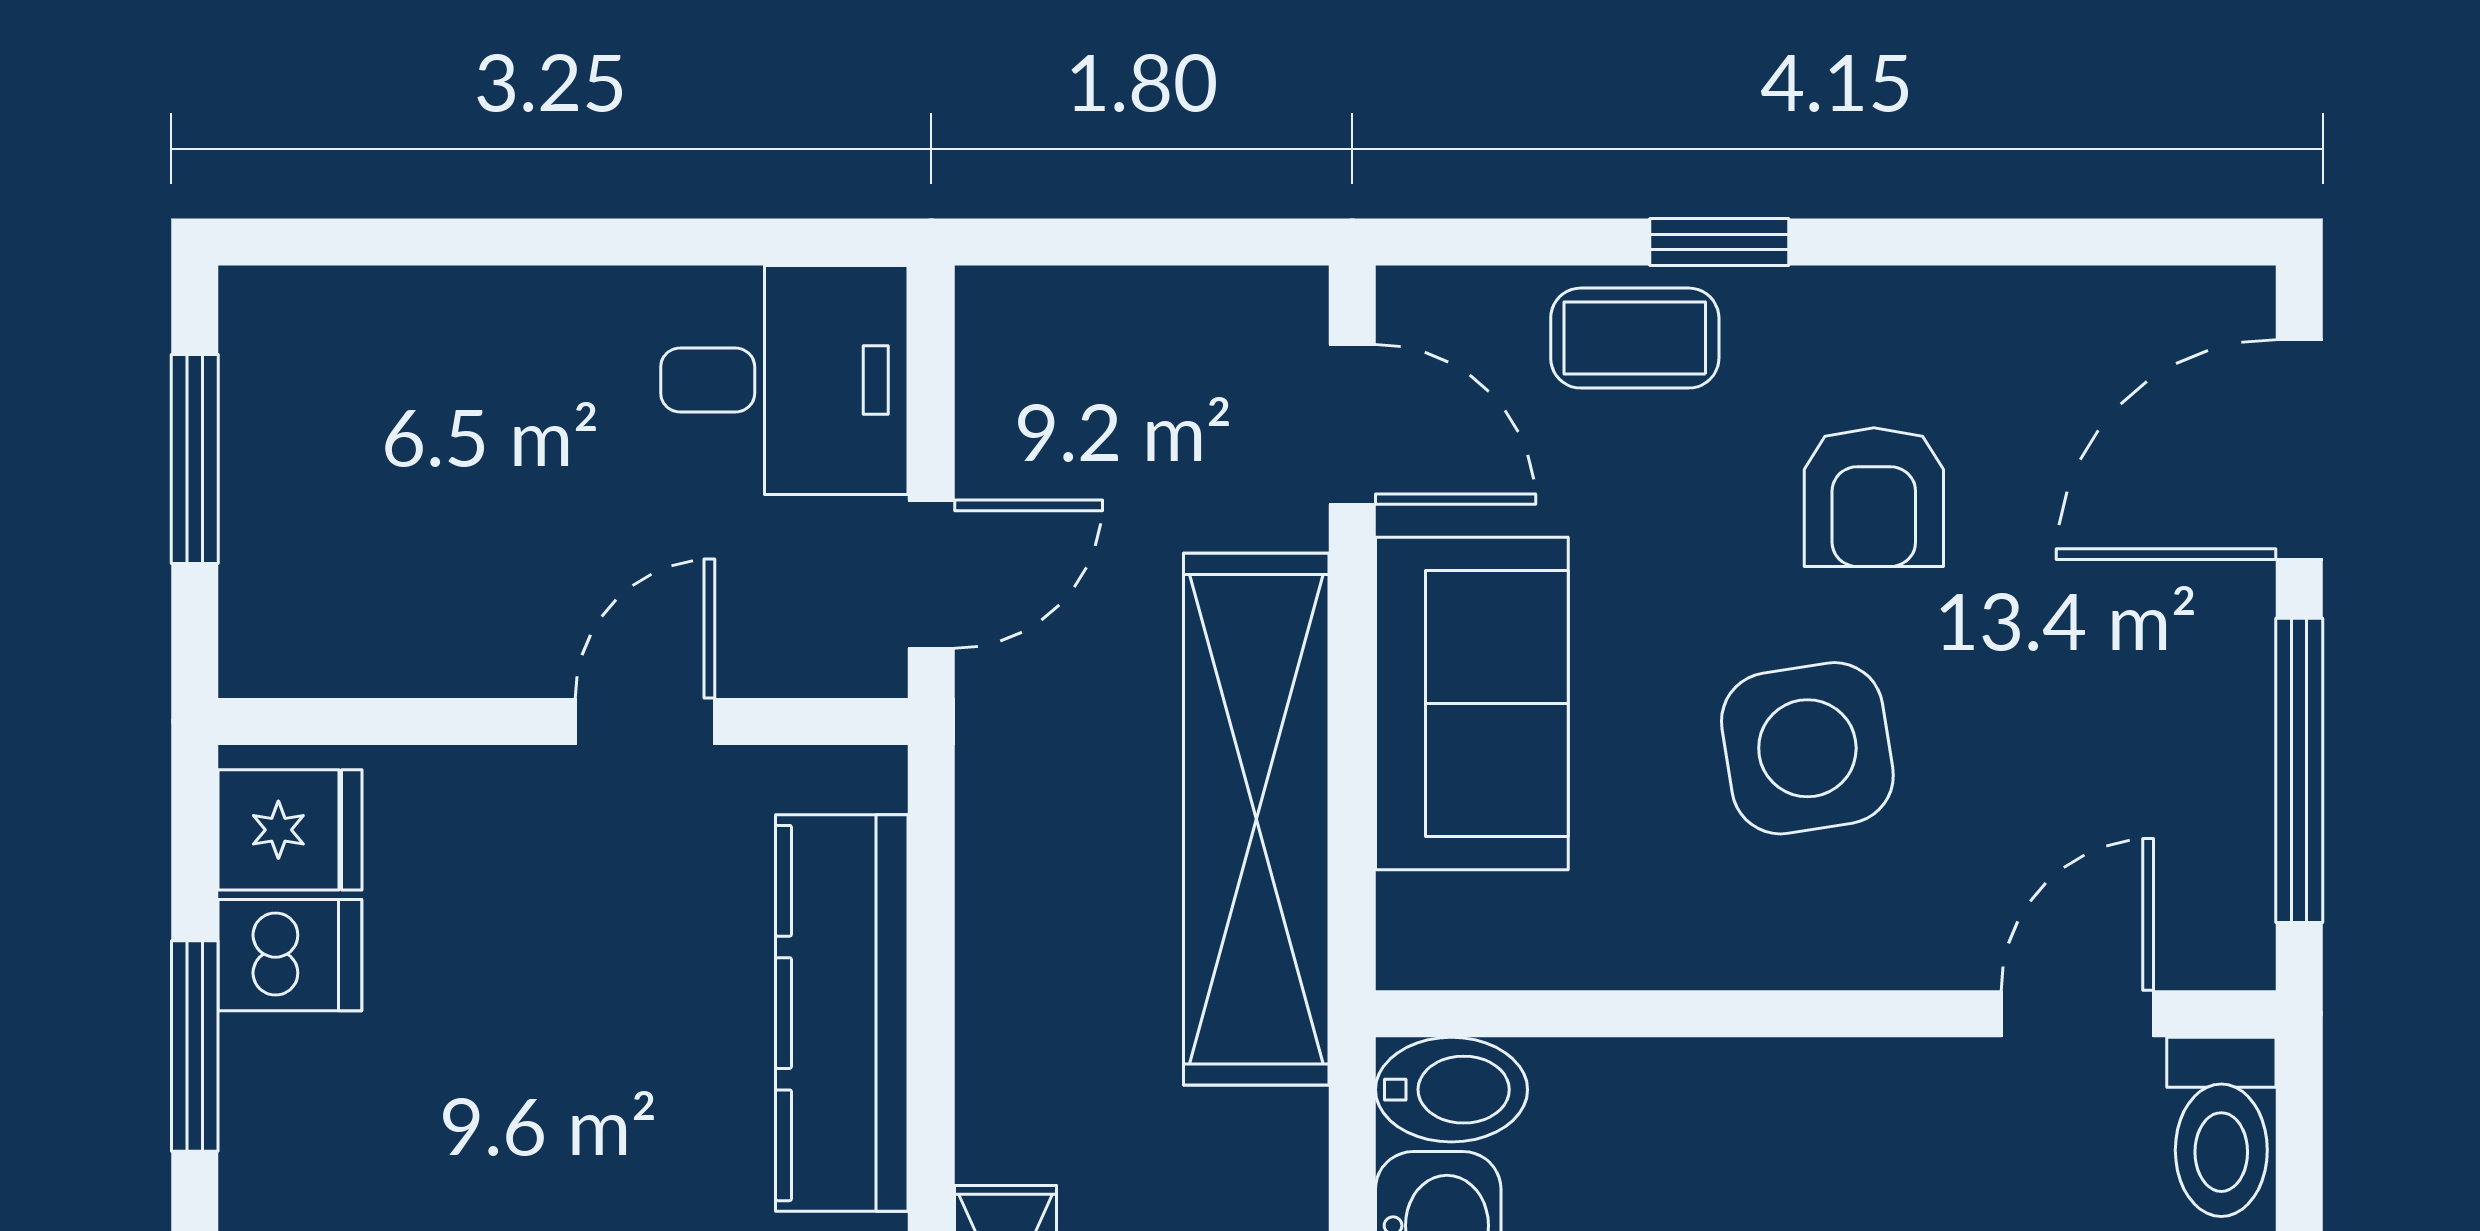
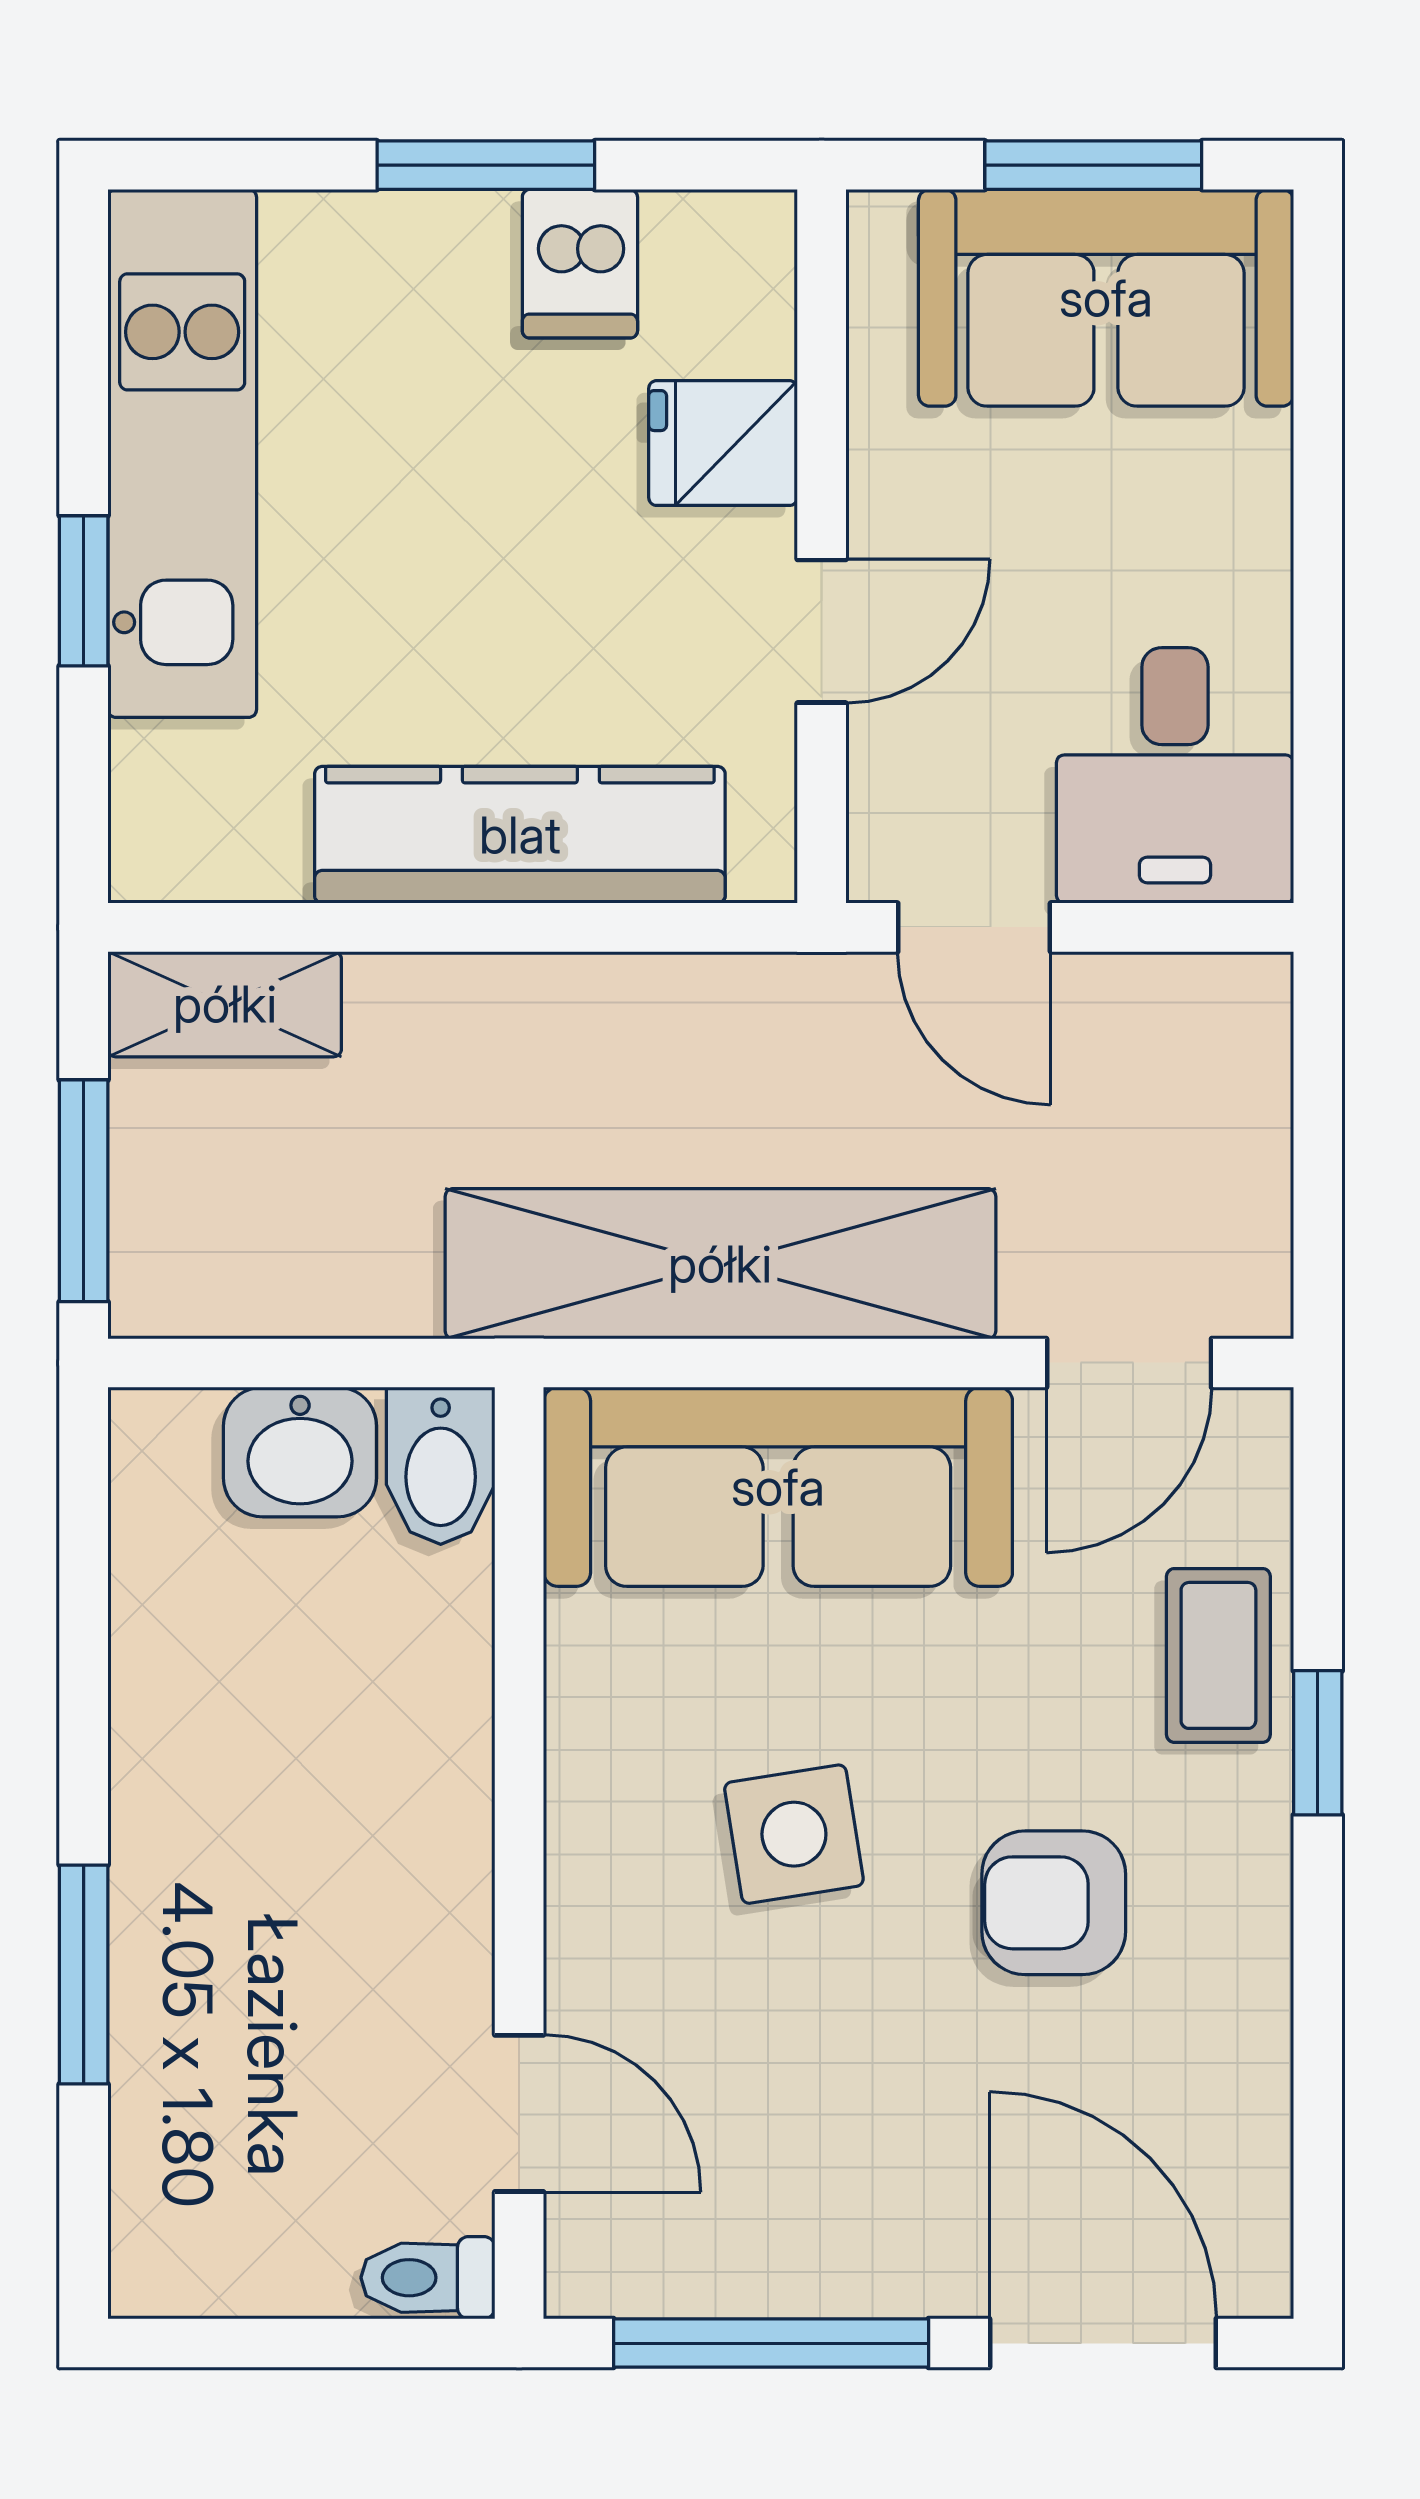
sofa: (323, 447) -> (1106, 298), added
sofa: (1472, 704) -> (778, 1487), width x1.36
door: (645, 721) -> (822, 631), hinge flipped
side table: (1807, 748) -> (794, 1834), width x0.73, depth x0.73
fridge: (290, 830) -> (723, 443), moved, turned 90
toilet: (2221, 1127) -> (428, 2278), width x0.73, depth x0.72

